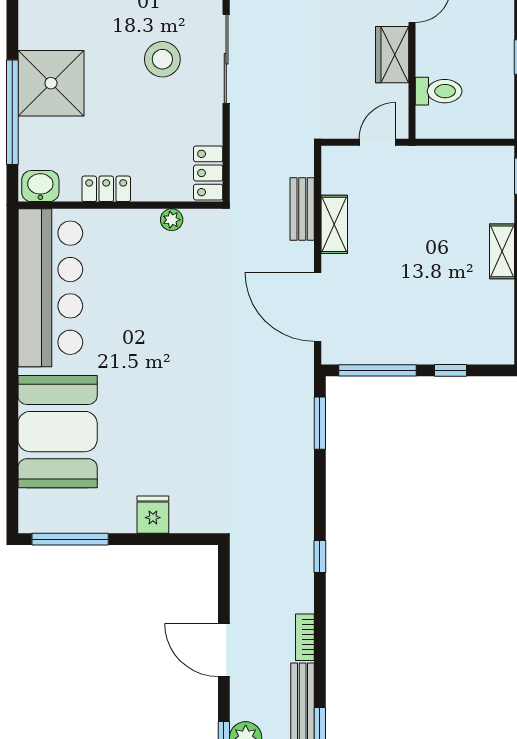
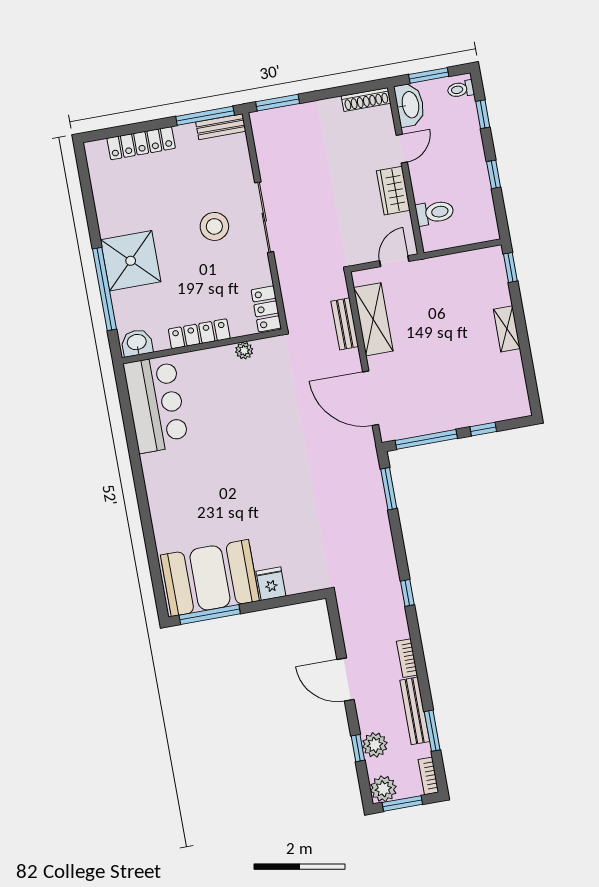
locker: (106, 189) -> (199, 334), width x1.53
shelving: (334, 224) -> (373, 319), width x1.50, depth x1.33
bar counter: (50, 288) -> (156, 404), width x0.73
booth: (58, 432) -> (210, 578), moved, turned 90

